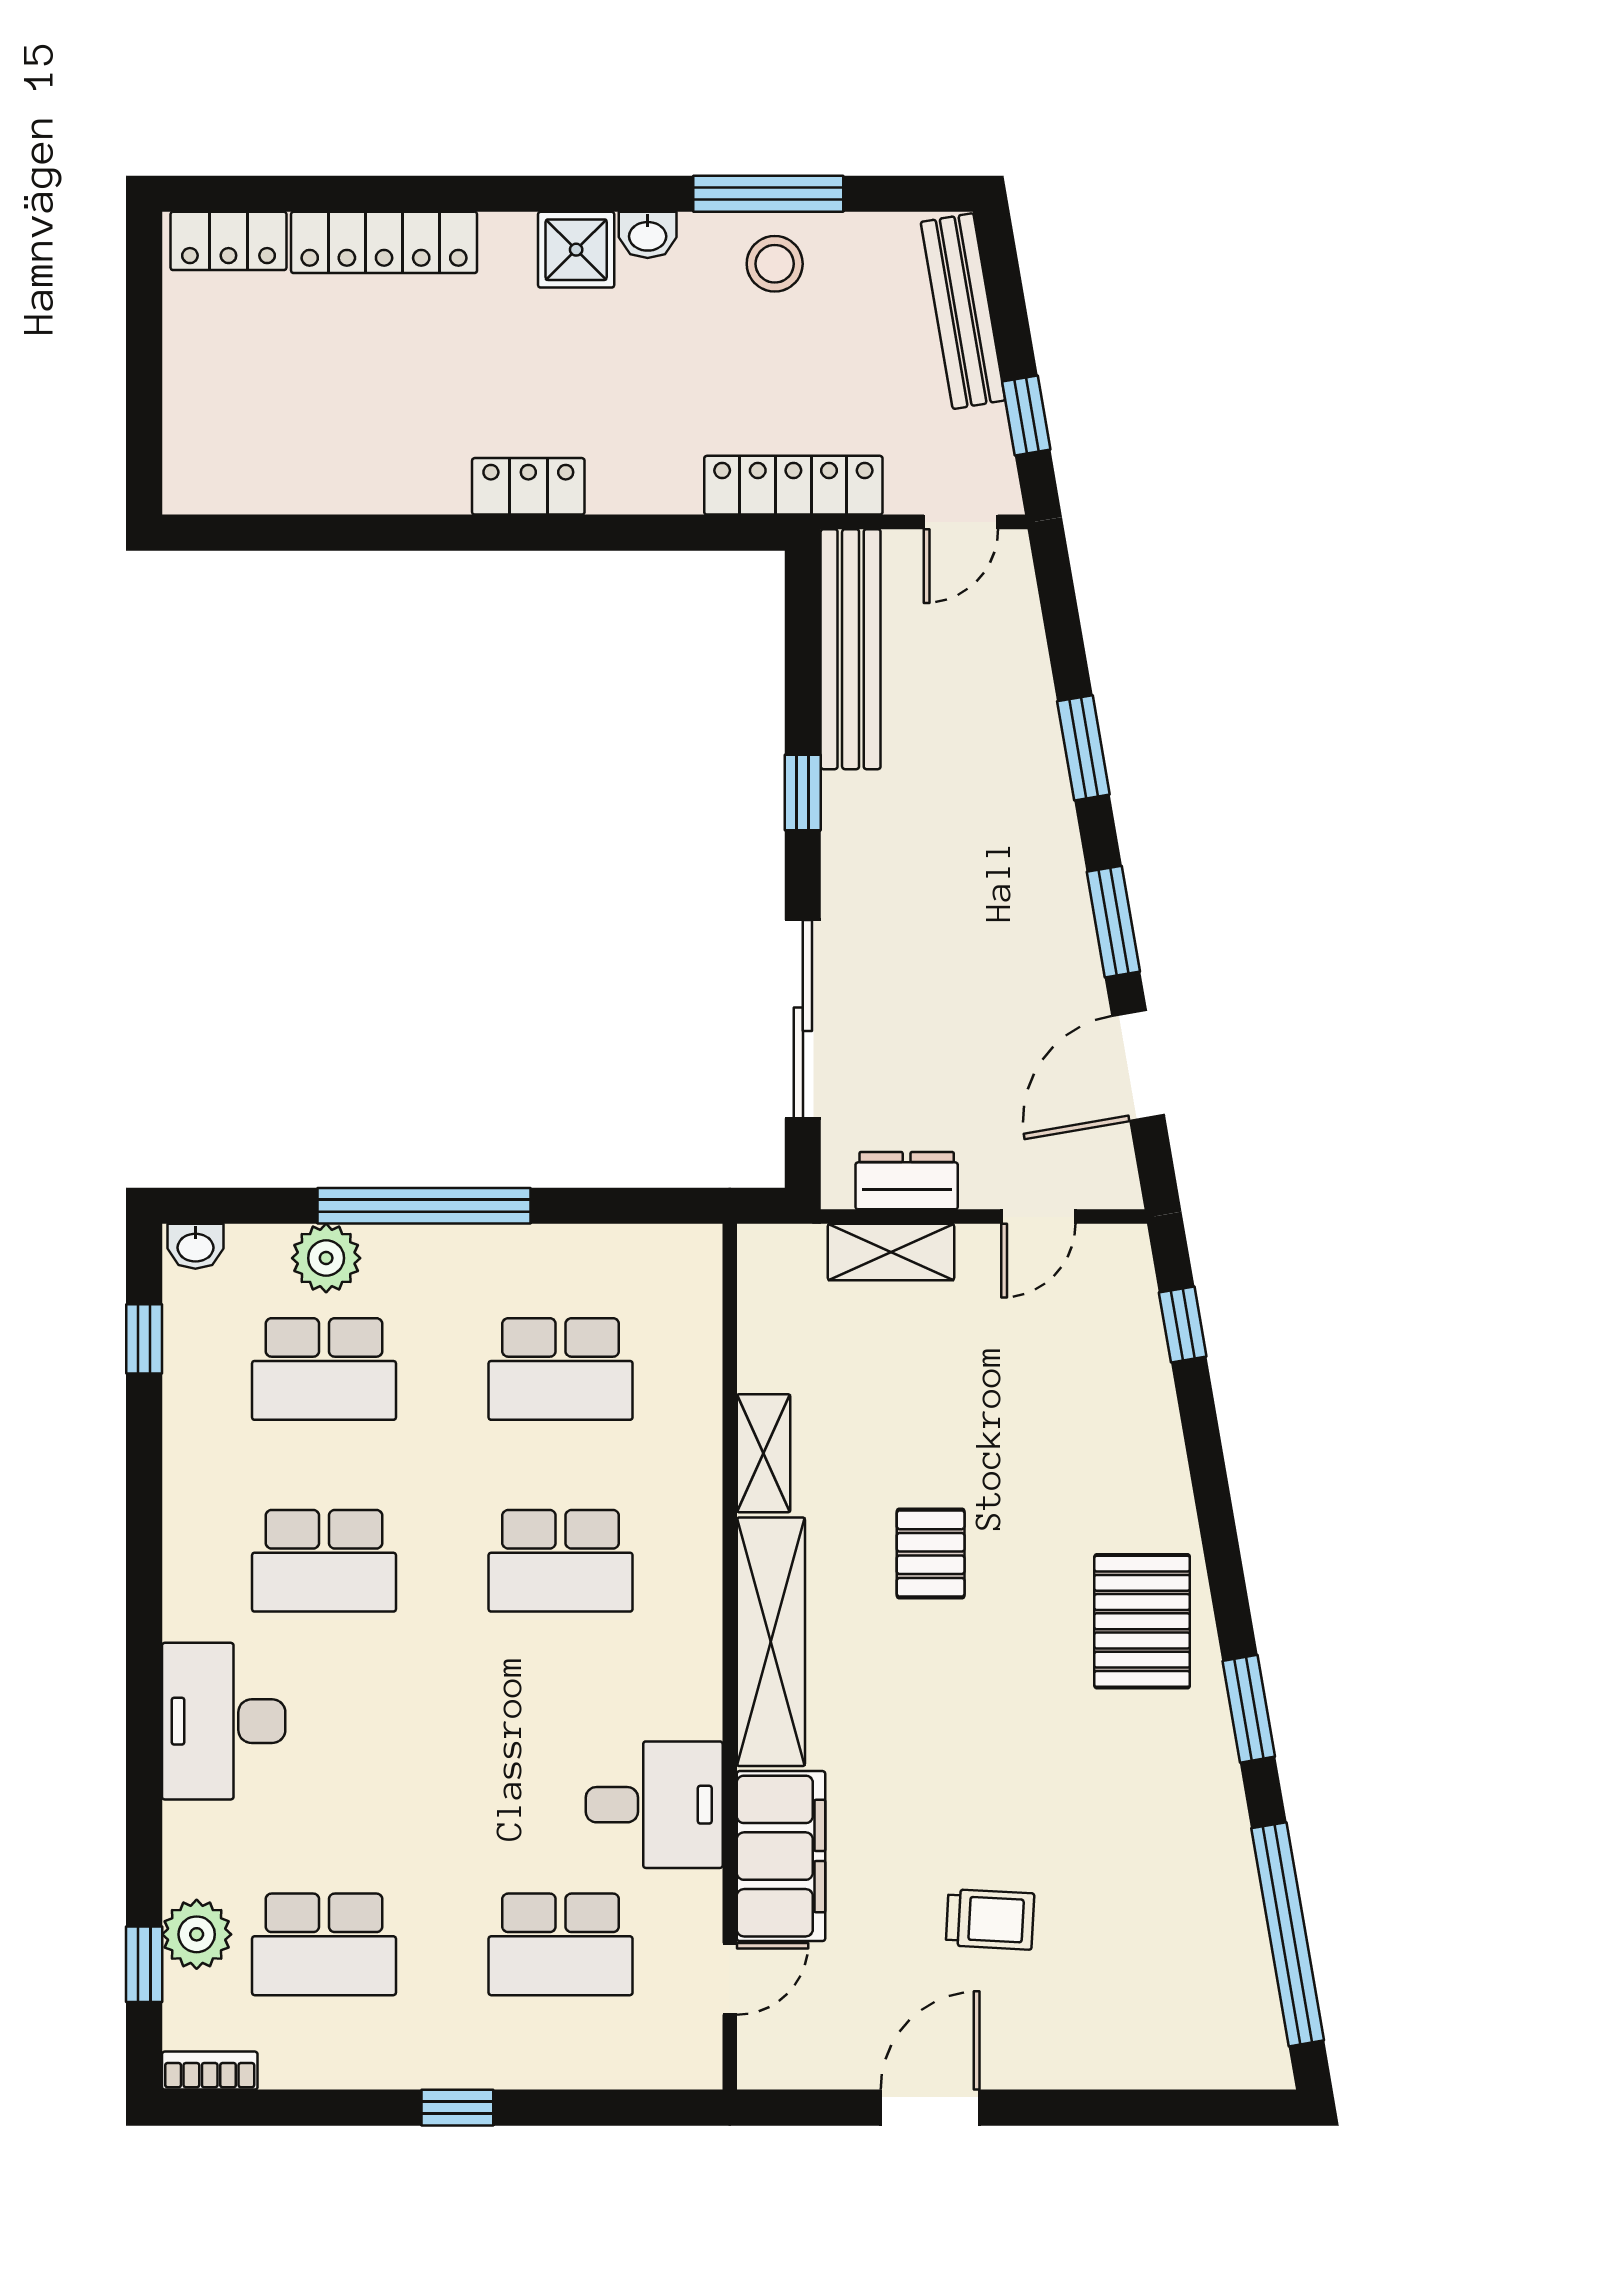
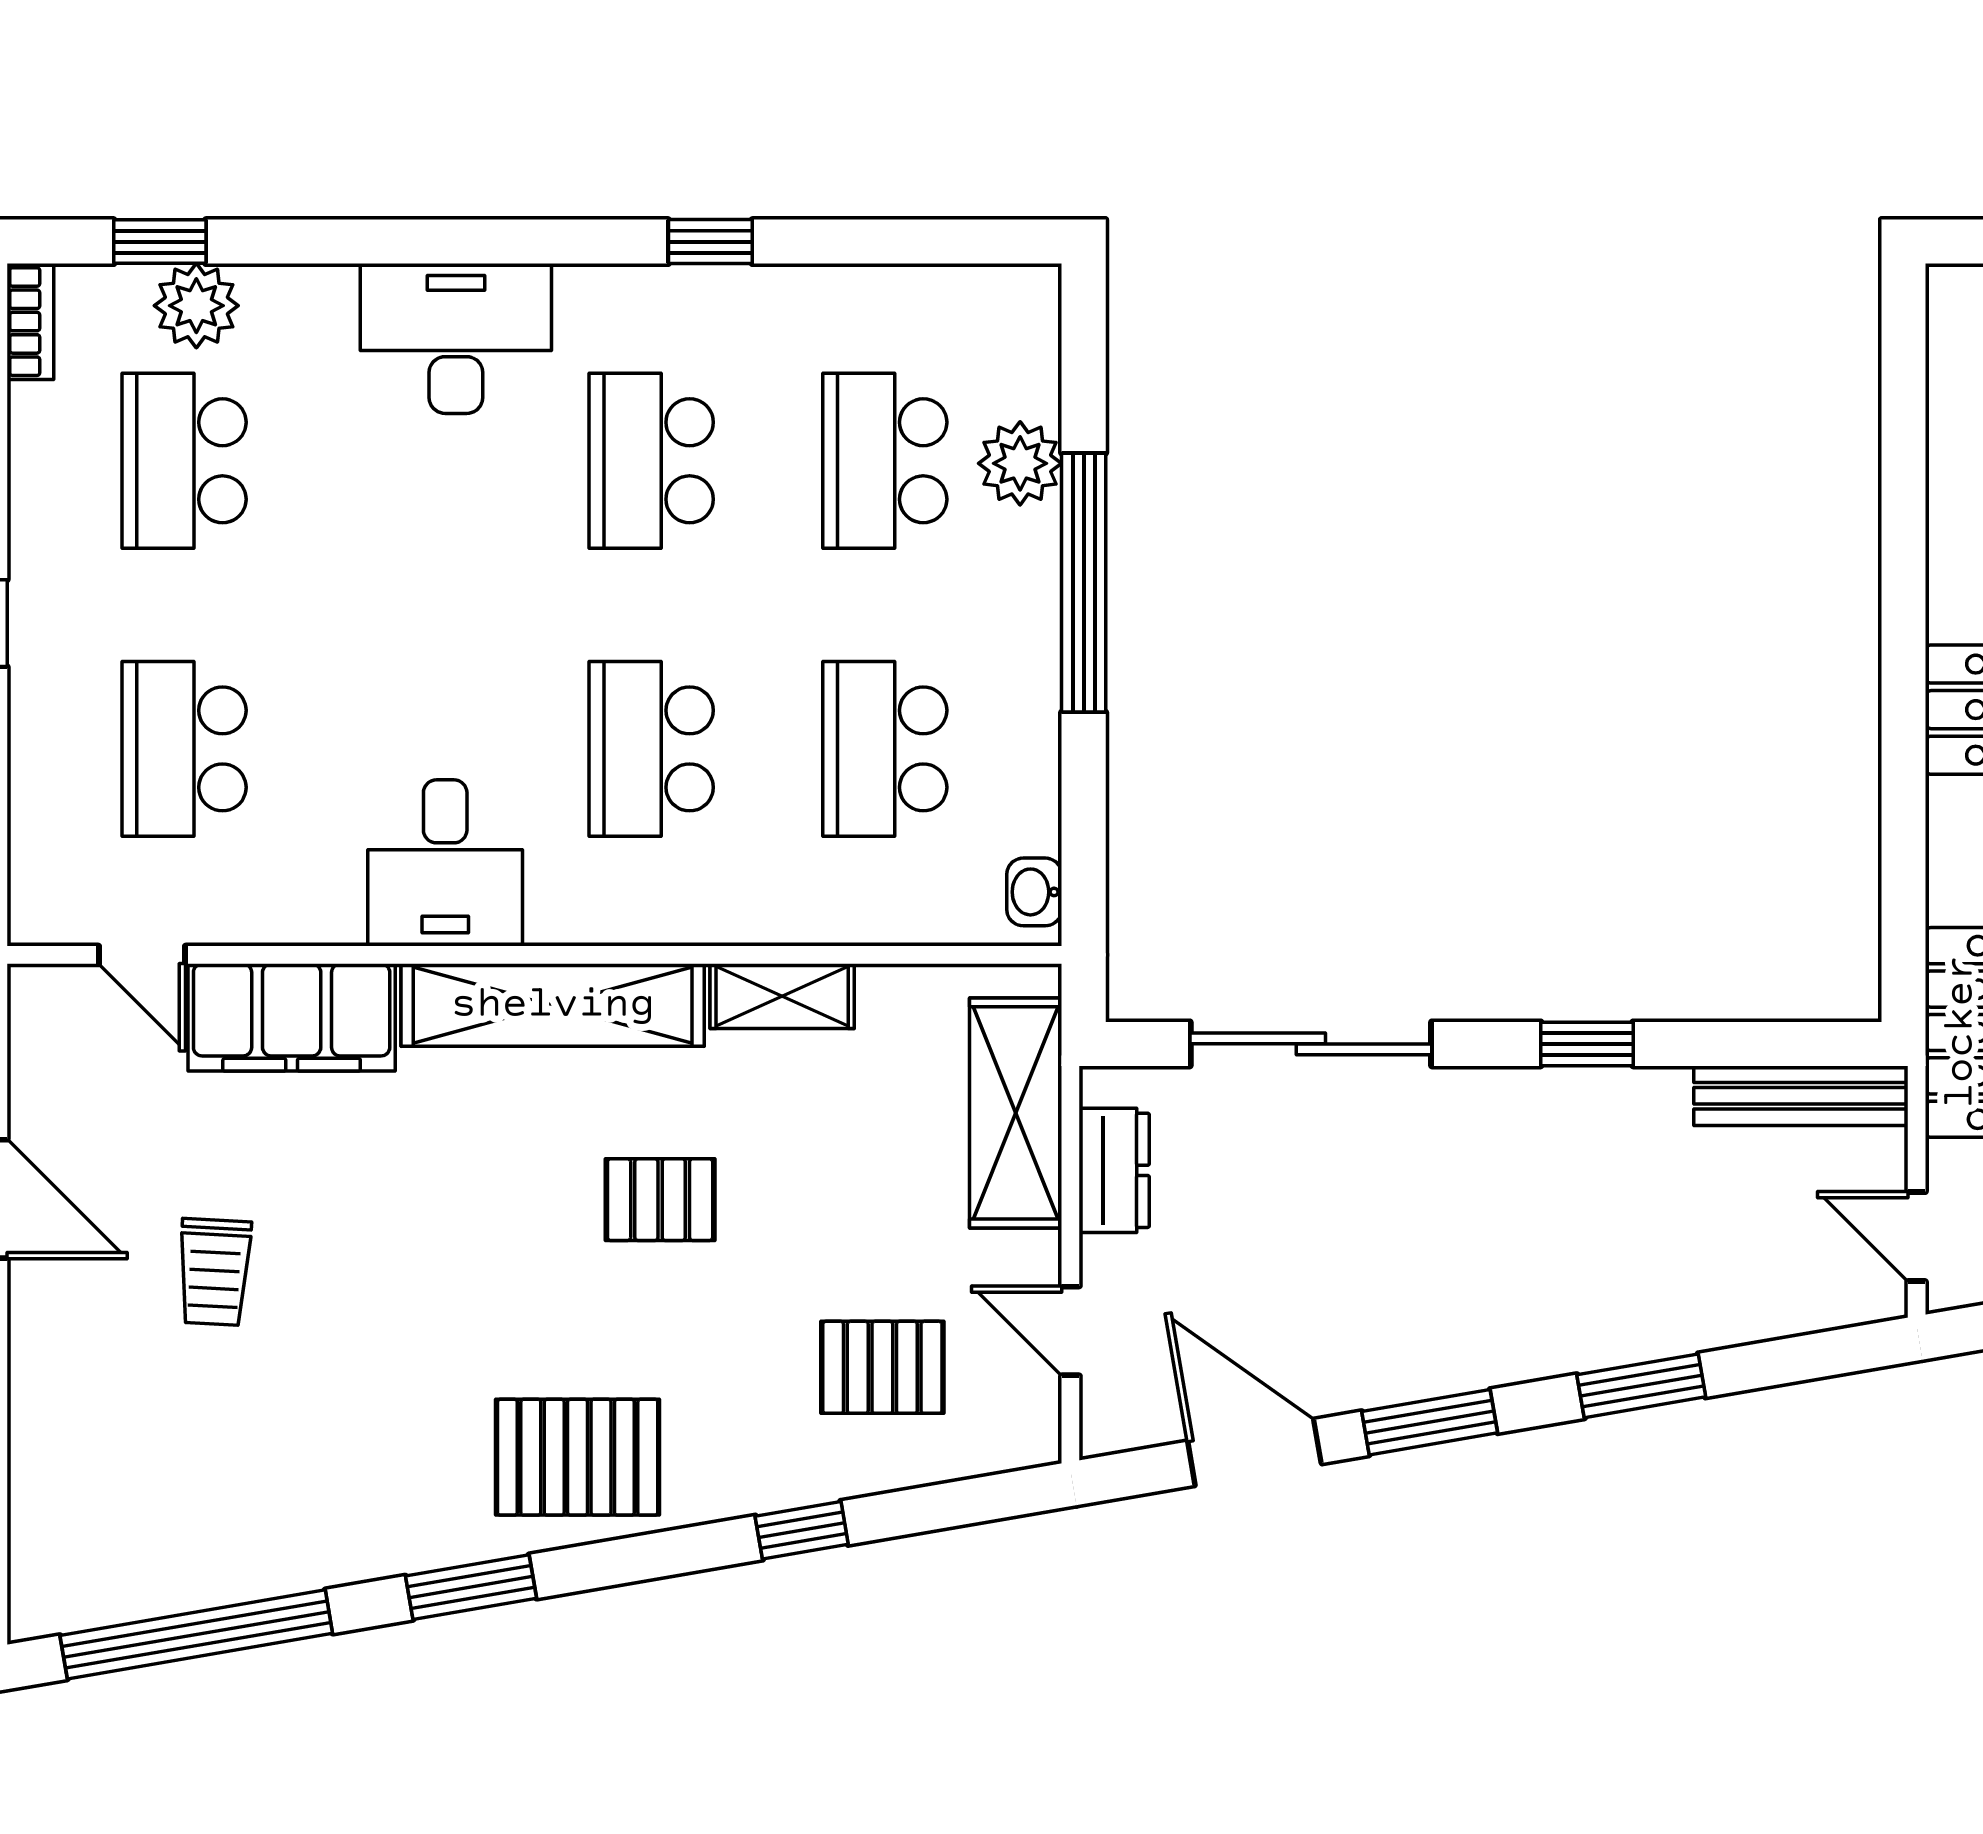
bench: (851, 649) -> (1801, 1096), width x0.73, depth x0.82
washbasin: (195, 1246) -> (1034, 892), moved
shelving: (891, 1252) -> (1016, 1113), width x1.50, depth x1.33
window: (1183, 1324) -> (802, 1530), moved
window: (144, 1339) -> (710, 242), moved
pallet: (1068, 1371) -> (882, 1367), added
desk: (654, 1805) -> (445, 863), moved

